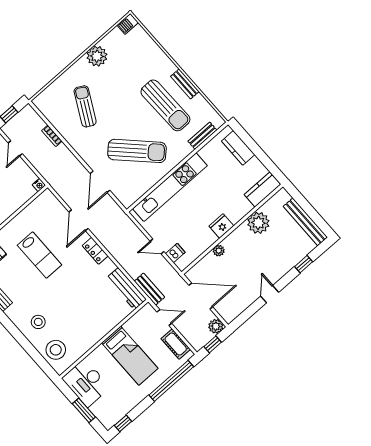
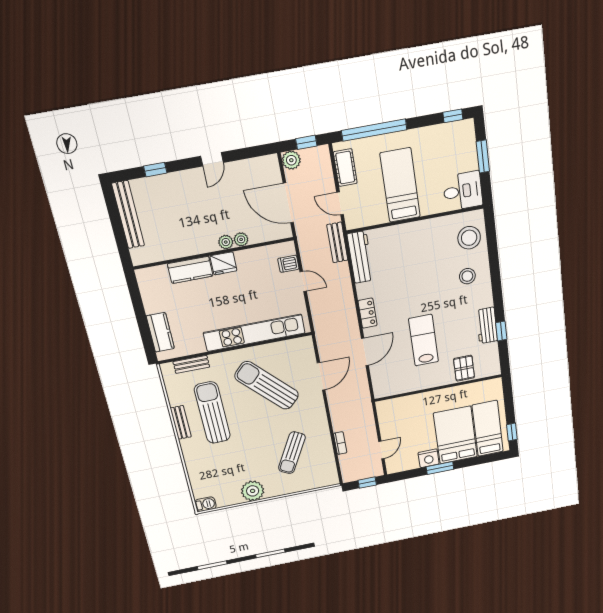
nightstand: (39, 185) -> (381, 406), removed
kitchen counter: (262, 189) -> (190, 270), moved
plant: (258, 223) -> (226, 242), moved, width x0.53, depth x0.53
desk: (86, 383) -> (463, 191), width x0.73

